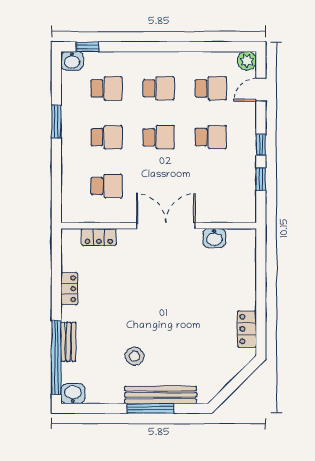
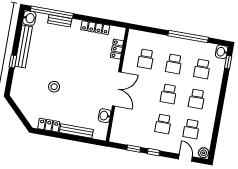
window: (56, 121) -> (188, 37), width x2.11
bench: (248, 281) -> (76, 131), added
locker: (69, 289) -> (95, 28), width x1.53
stool: (134, 356) -> (54, 87), moved
bench: (161, 395) -> (24, 46), moved
window: (151, 408) -> (13, 61), width x0.46

